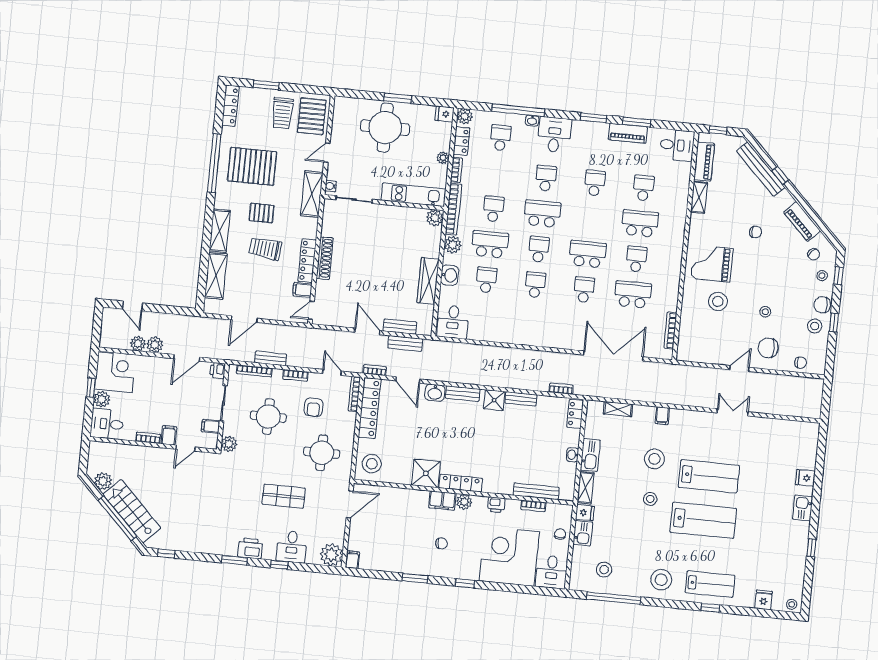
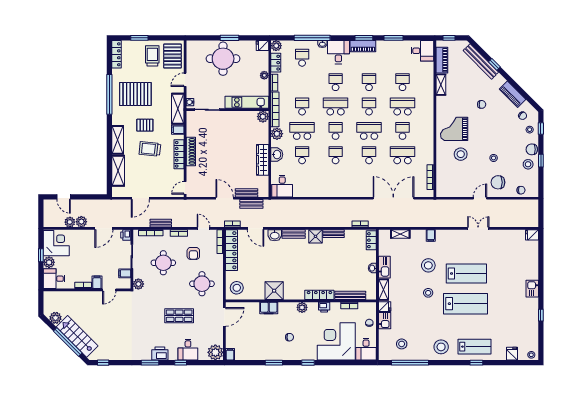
trolley: (282, 113) -> (152, 56), turned 180
piano: (628, 133) -> (363, 46), moved
school desk: (591, 219) -> (369, 107), added
filing cabinet: (302, 290) -> (178, 130), moved
fridge: (805, 478) -> (532, 235), moved
locker: (461, 483) -> (319, 295), moved
filing cabinet: (442, 501) -> (269, 308), moved

